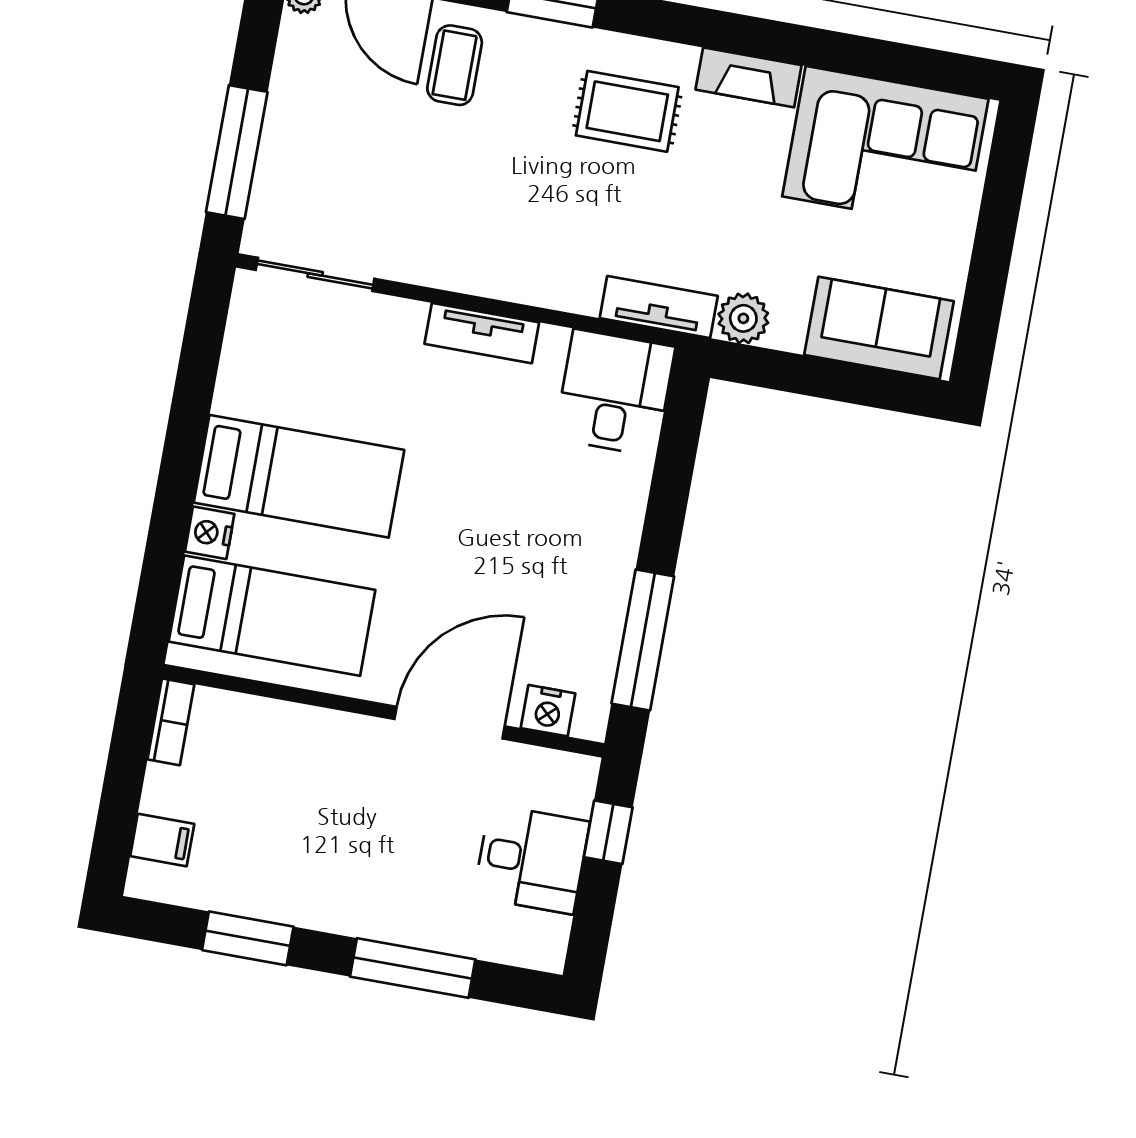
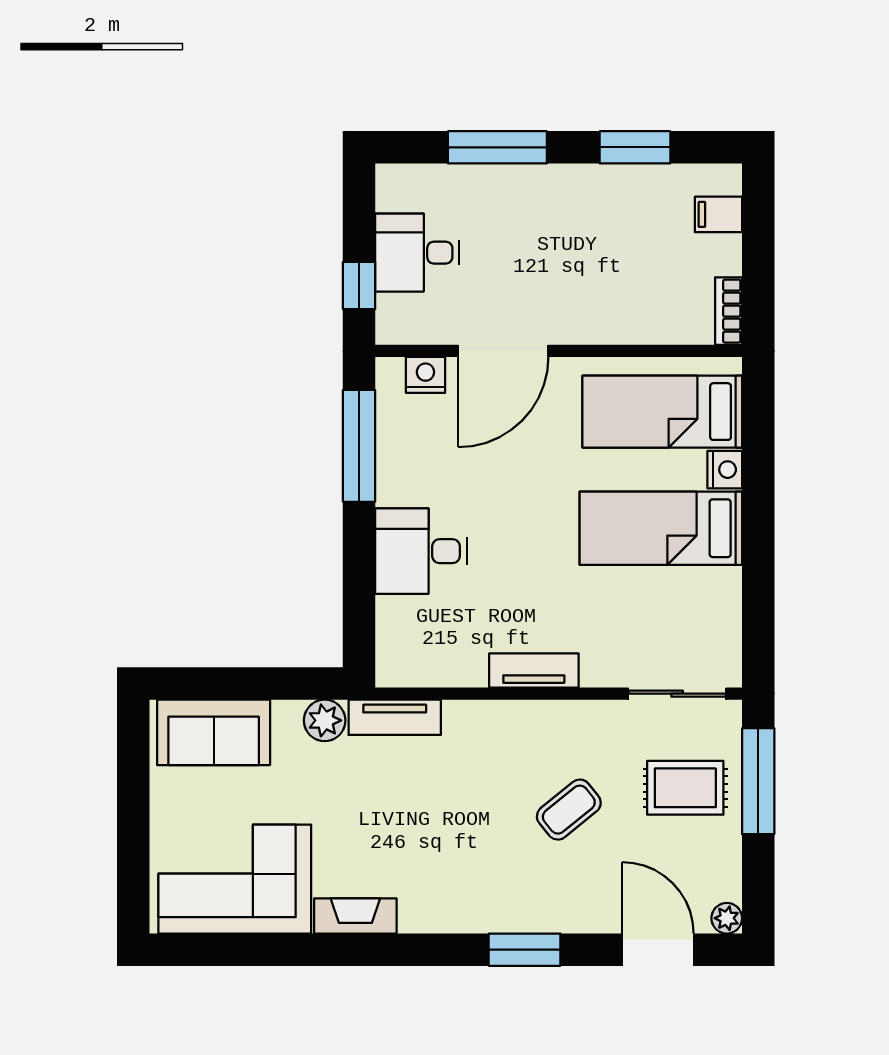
coffee table: (455, 65) -> (569, 810), moved, turned 51
rug: (627, 111) -> (685, 788), moved
desk: (615, 393) -> (421, 551), moved, turned 90

